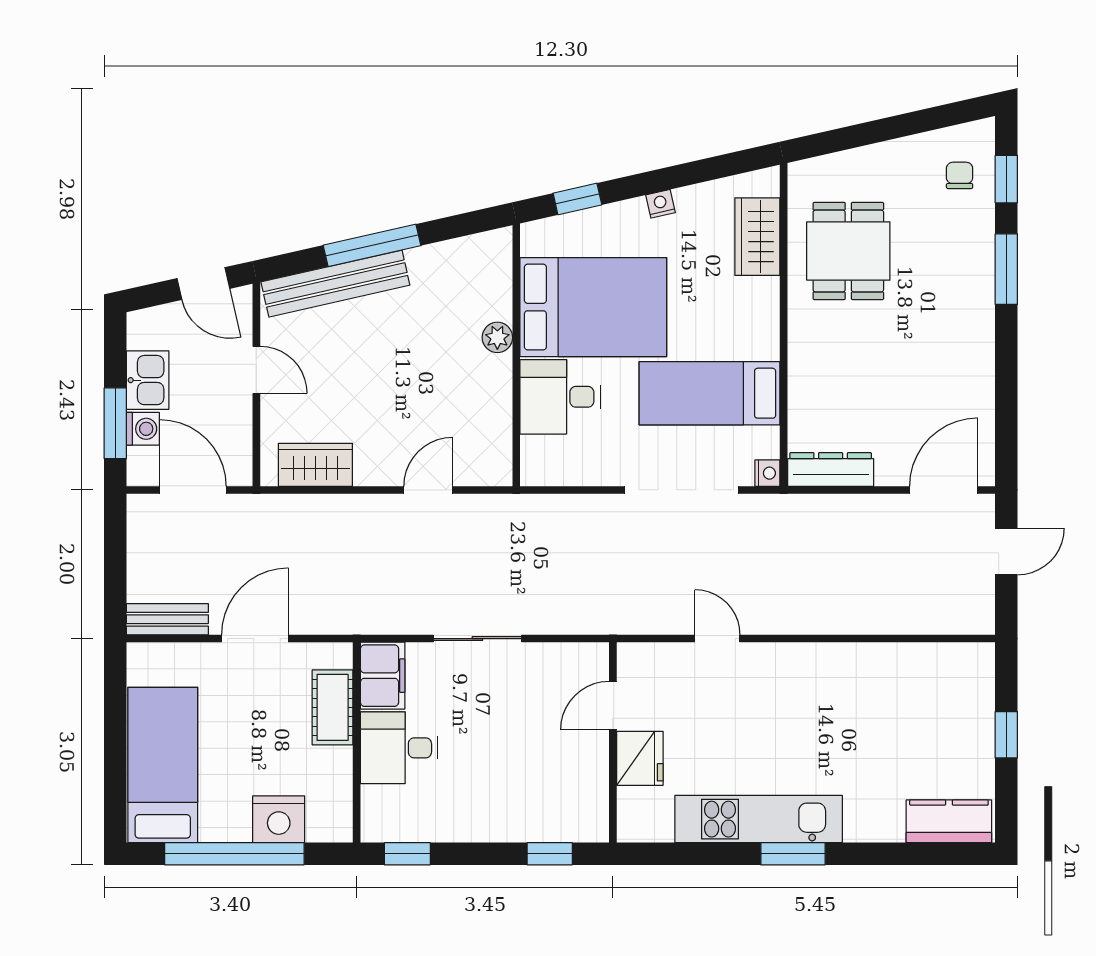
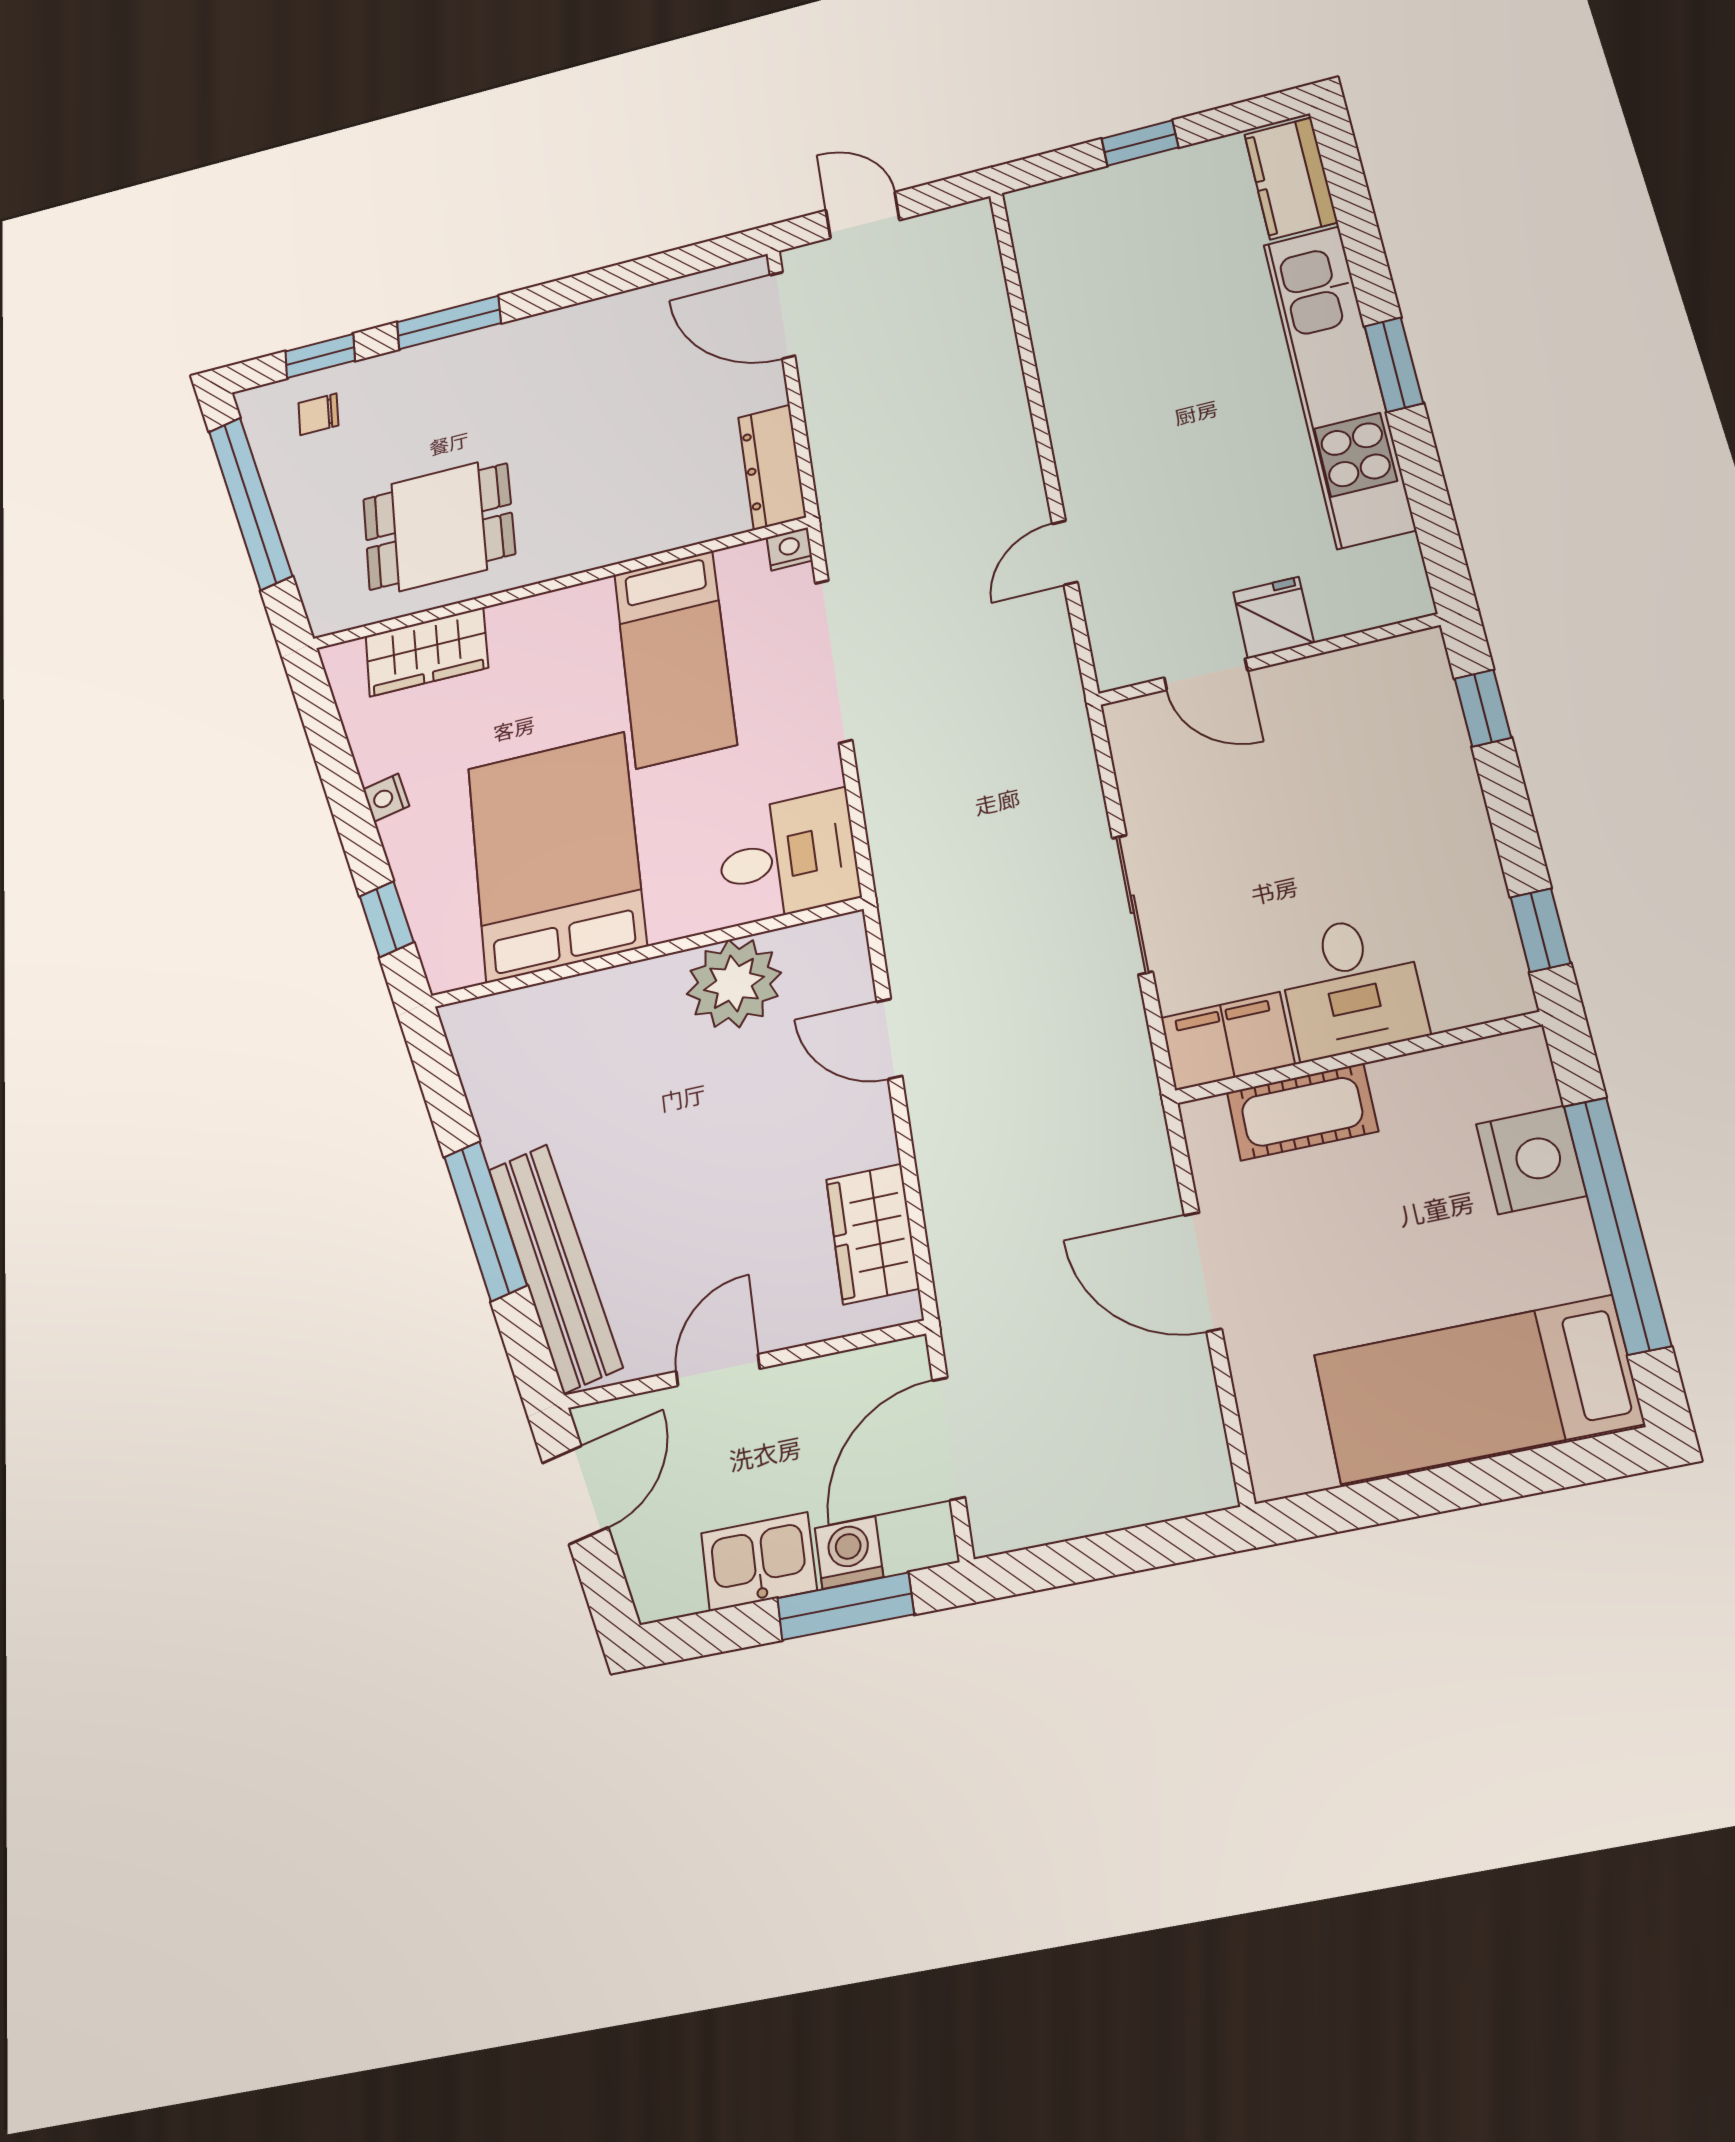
window: (903, 125) -> (250, 503), added
plant: (497, 337) -> (734, 983), moved, width x1.88, depth x1.88
desk: (560, 397) -> (788, 857), moved, turned -90
bench: (167, 619) -> (1196, 1436), removed
fridge: (640, 758) -> (1273, 617), width x0.72
kitchen unit: (759, 819) -> (1338, 384), width x1.36

